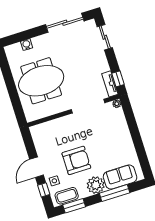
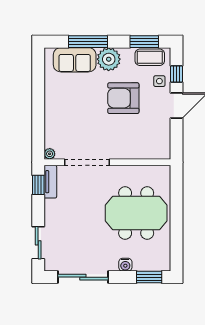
window: (17, 38) -> (149, 277), added
water cooler: (27, 45) -> (125, 265), moved

